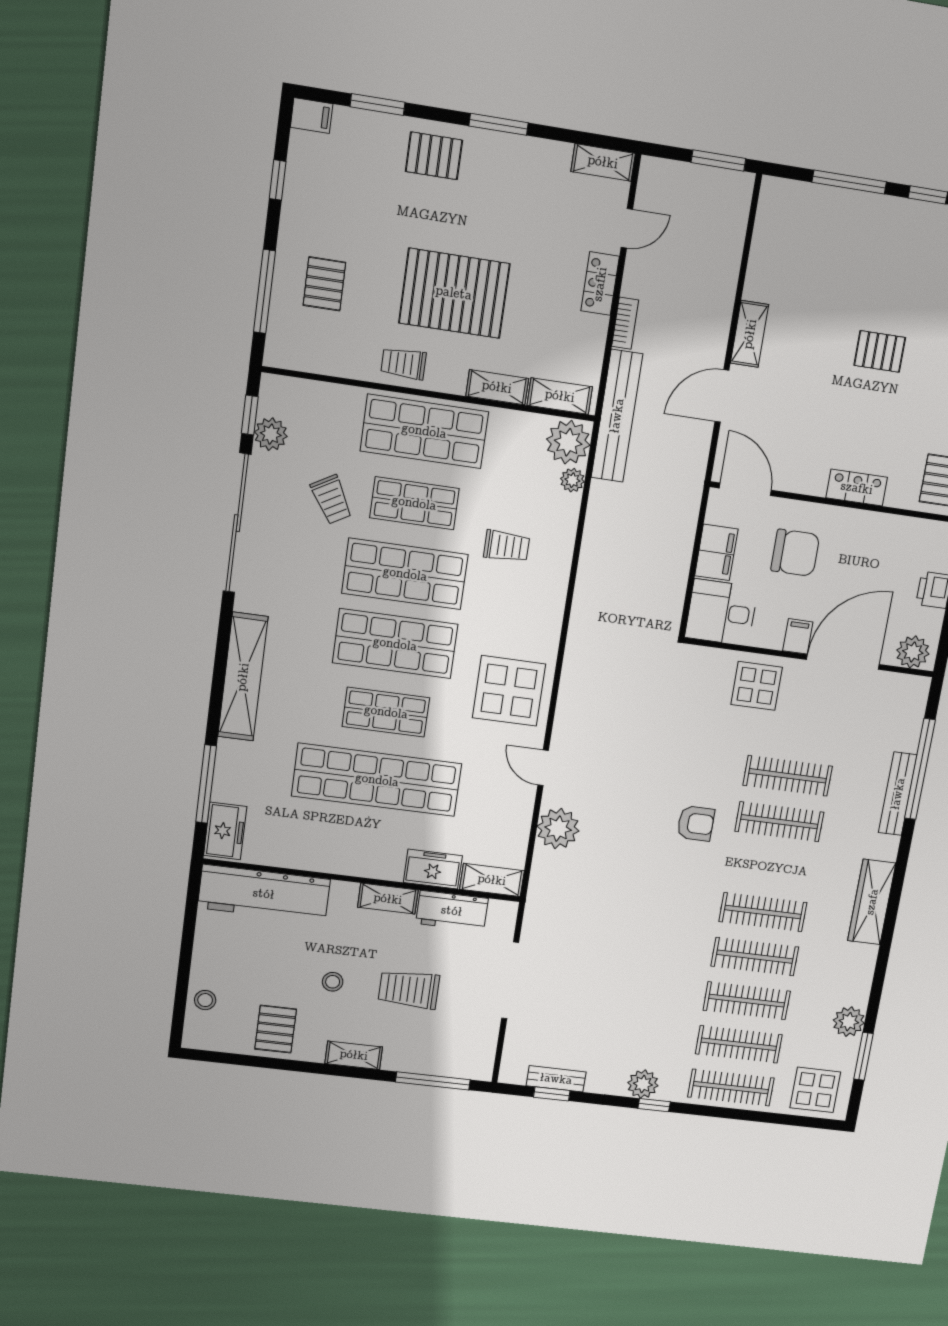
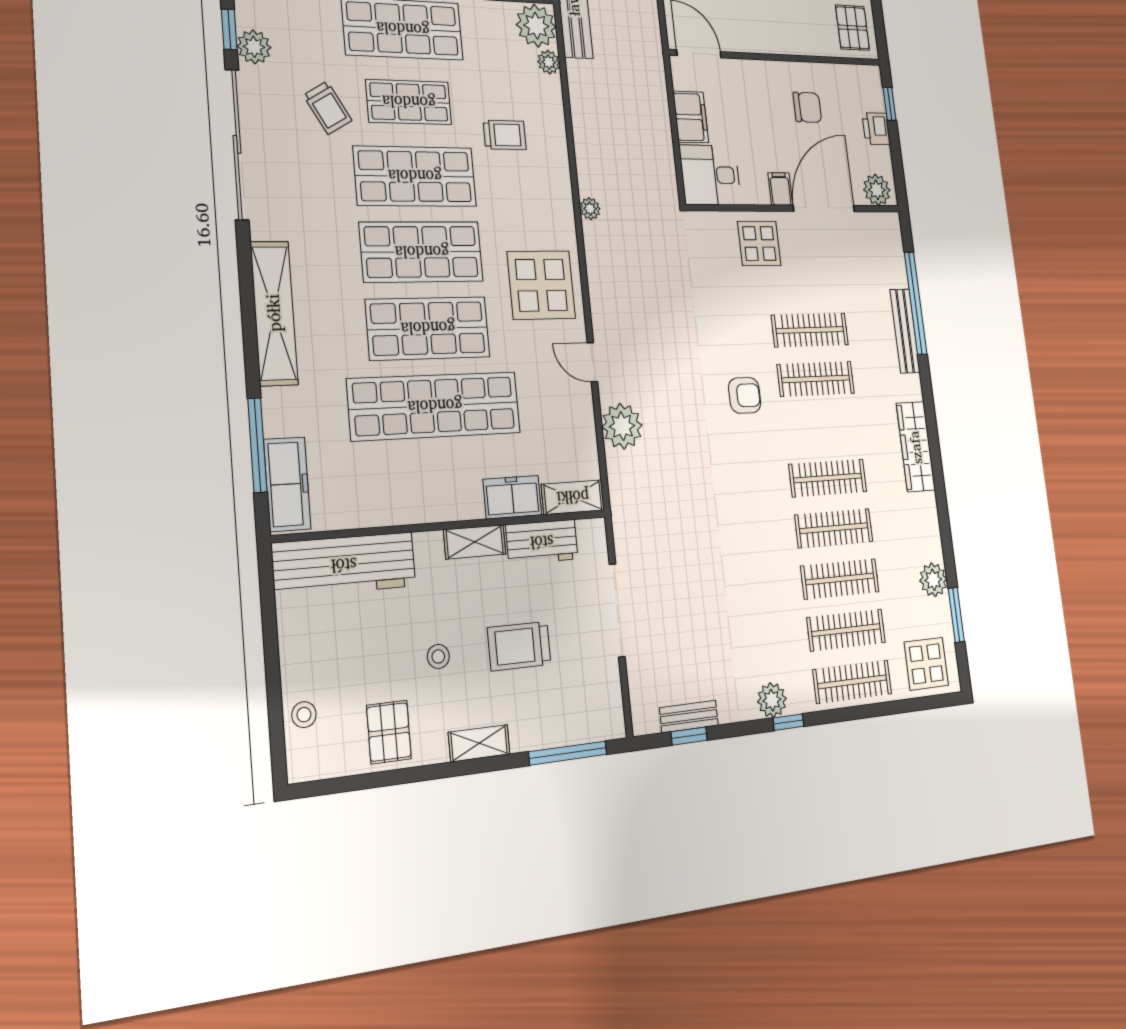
locker: (857, 488) -> (788, 42), removed
chair: (795, 553) -> (807, 107), moved, width x0.73, depth x0.73
plant: (579, 627) -> (590, 209), added
shop shelf: (386, 712) -> (428, 328), width x1.43, depth x1.36
freezer: (225, 831) -> (287, 484), width x1.40

